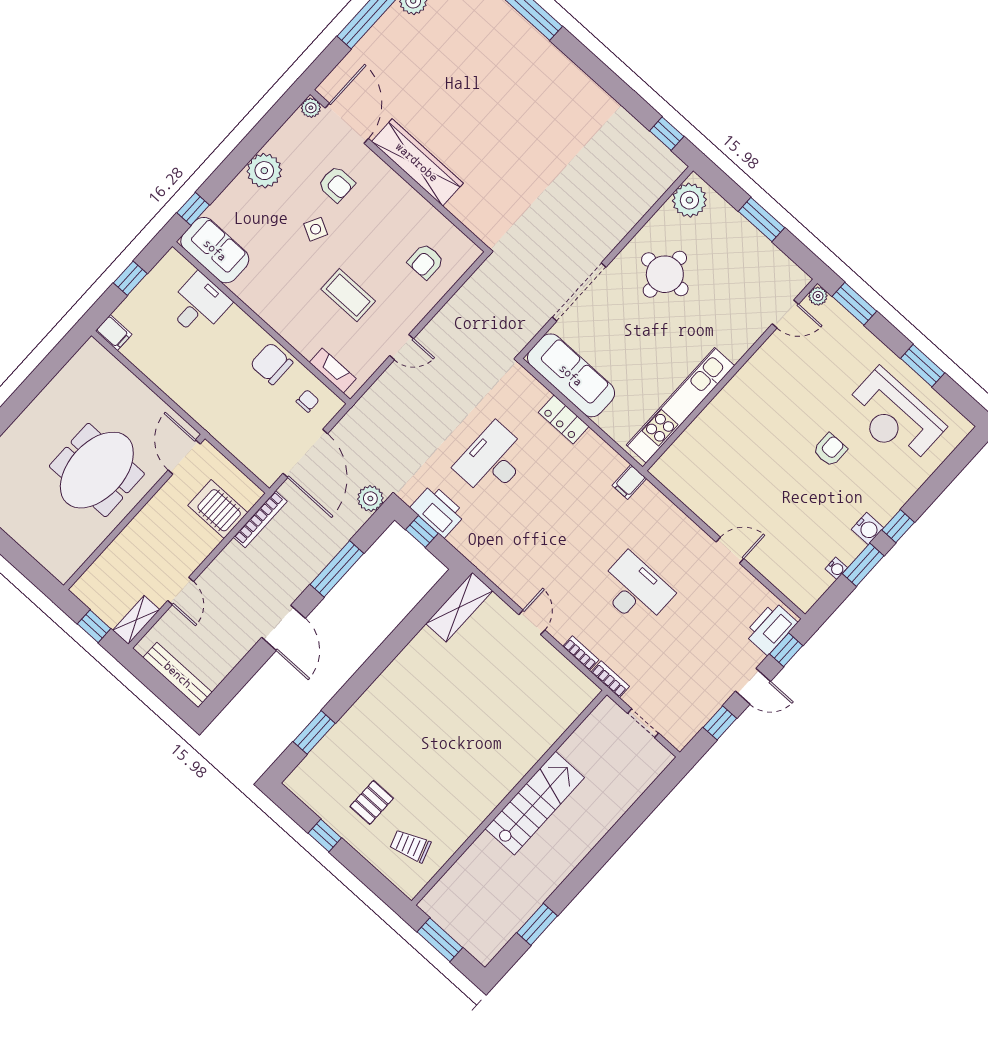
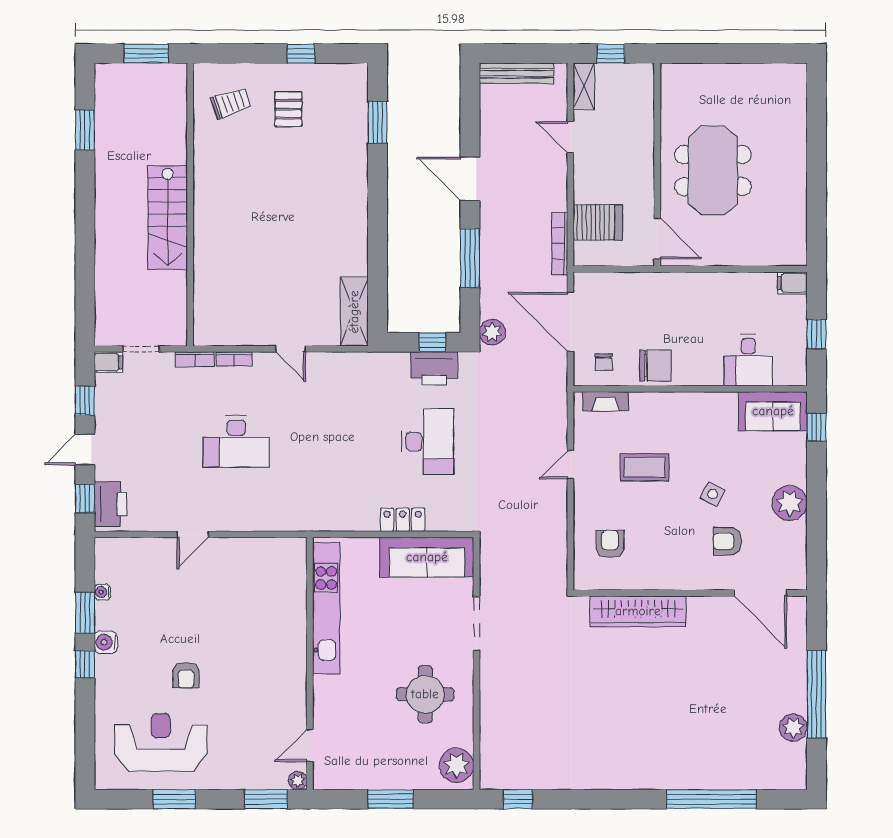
plant: (311, 108) -> (797, 580), removed
wardrobe: (417, 162) -> (638, 611), moved
doorway: (579, 292) -> (476, 624), width x0.73
filing cabinet: (629, 482) -> (108, 362), moved, turned 90

